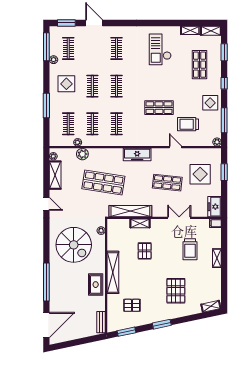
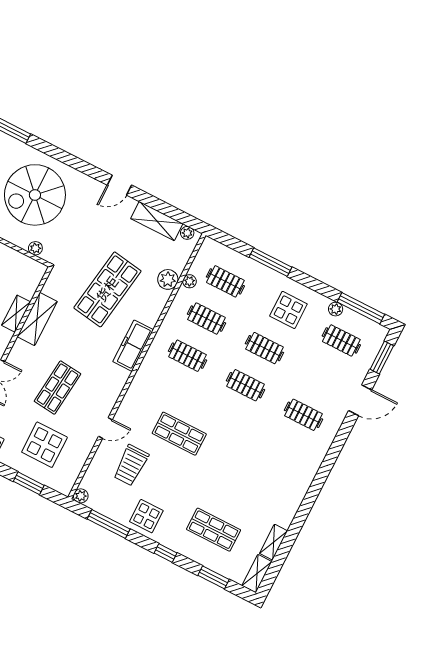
checkout: (160, 49) -> (268, 481), removed
shop shelf: (159, 108) -> (179, 434), turned 90
trolley: (188, 124) -> (131, 465), turned 180
freezer: (137, 155) -> (133, 346), moved
shelving: (130, 211) -> (37, 319), width x0.68

